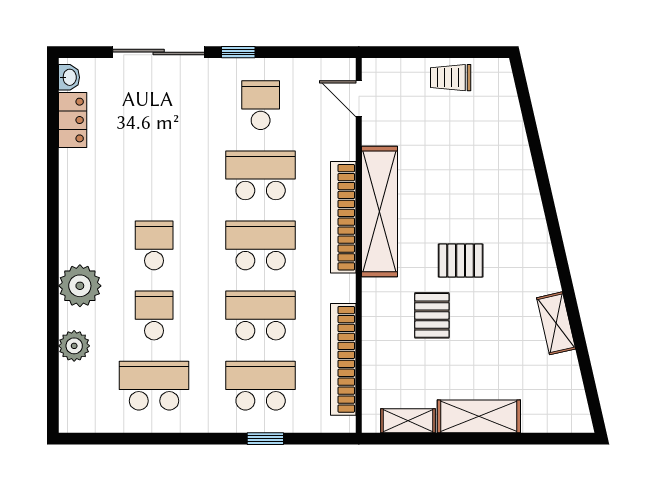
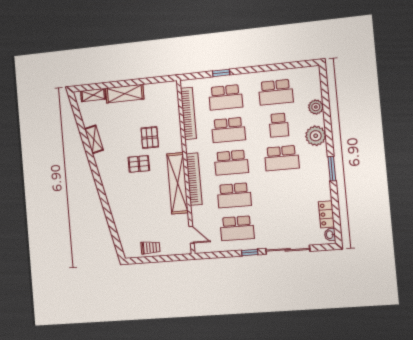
school desk: (261, 105) -> (237, 228), width x1.85
window: (53, 214) -> (332, 169), added
school desk: (154, 245) -> (282, 158), width x1.85
shelving: (408, 421) -> (93, 95), moved

